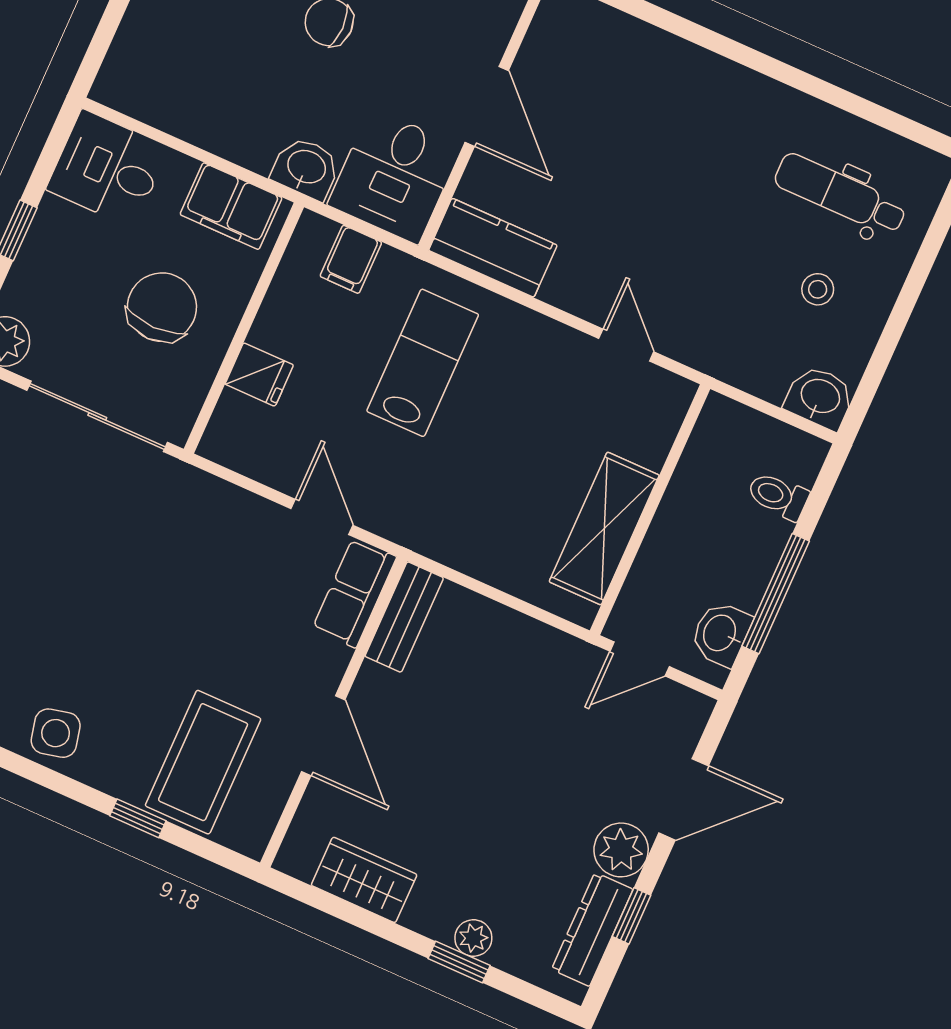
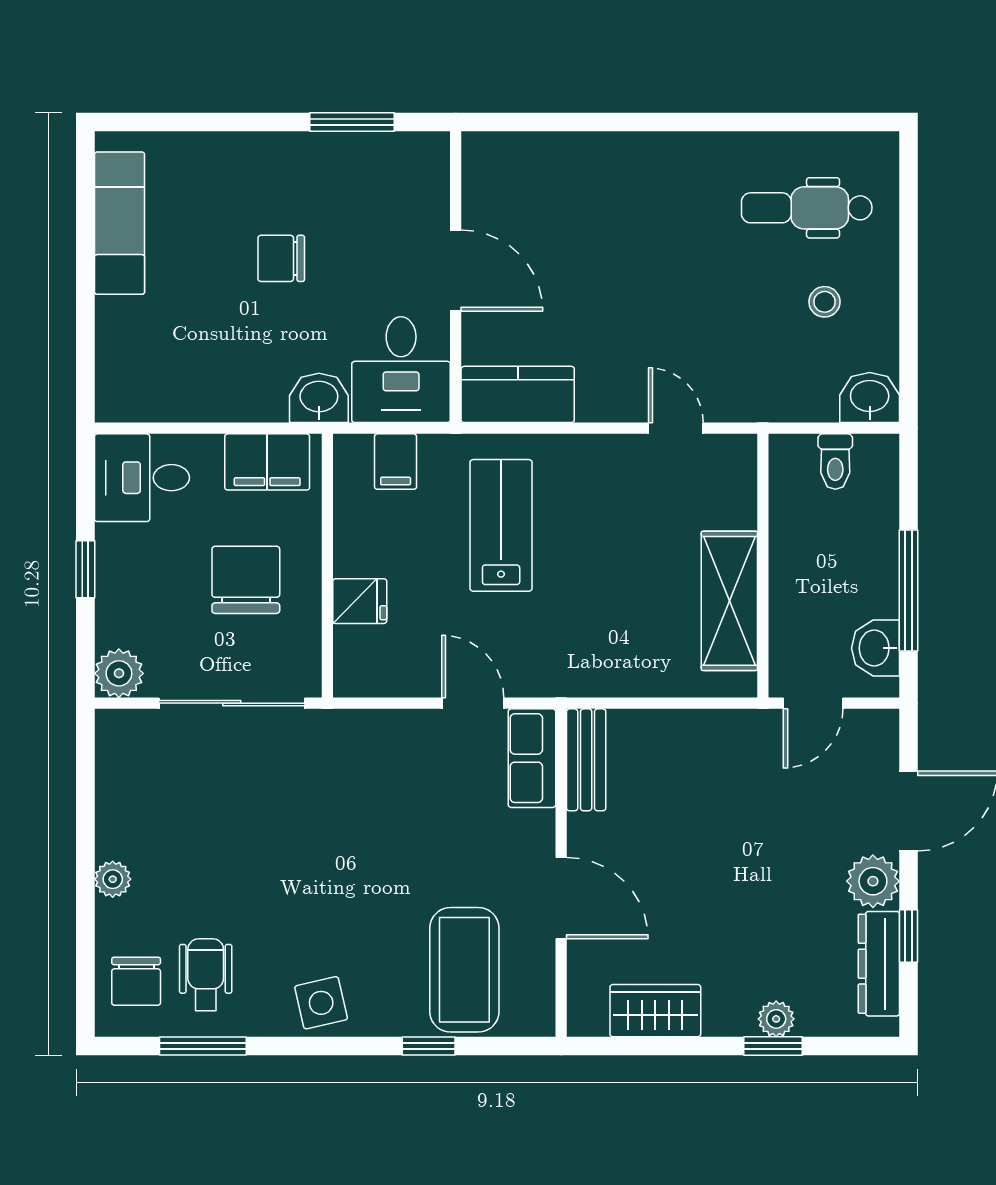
toilet: (778, 496) -> (835, 462), moved, turned -90

